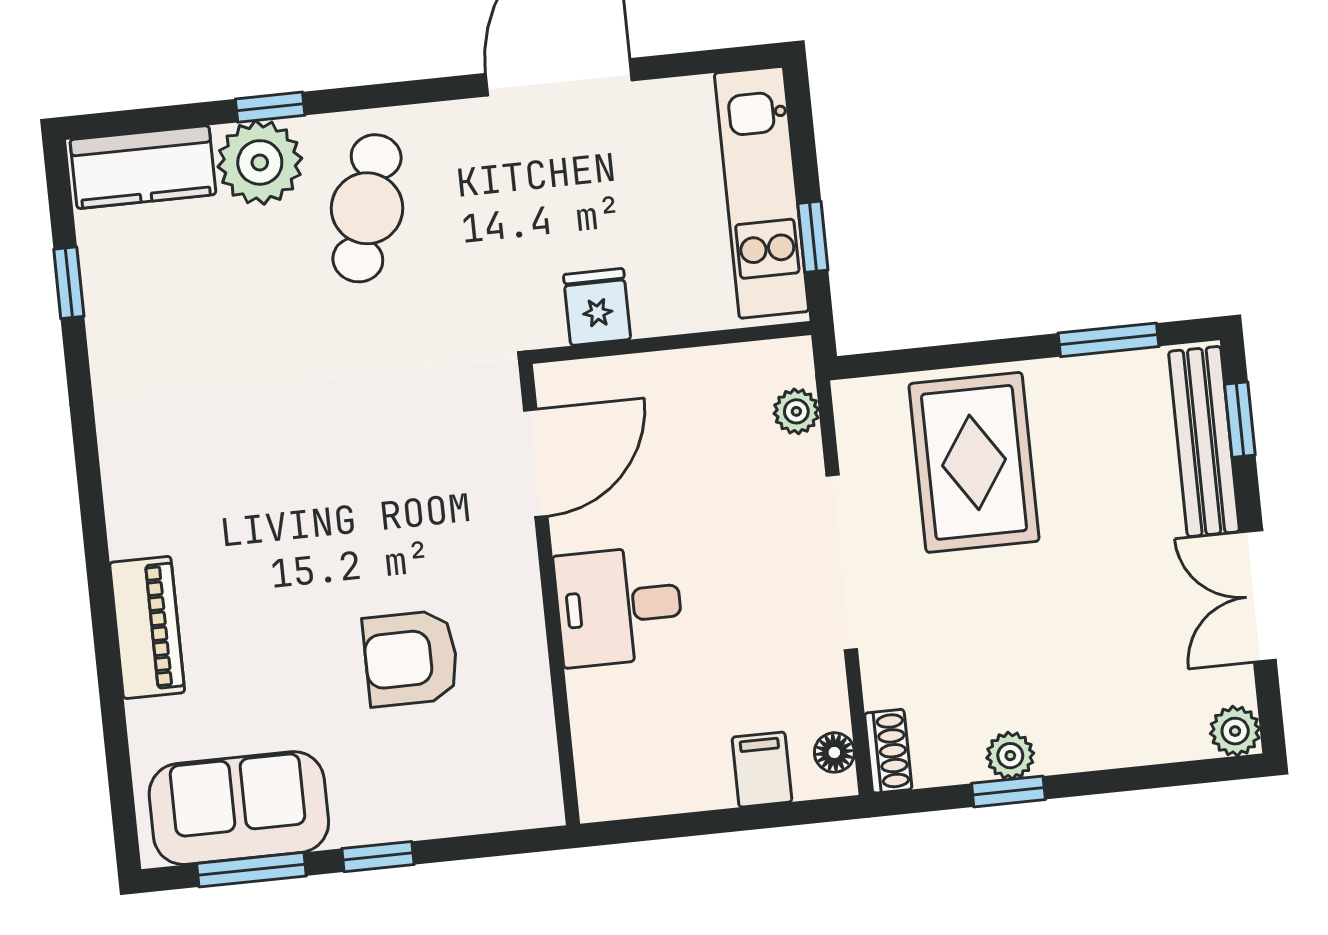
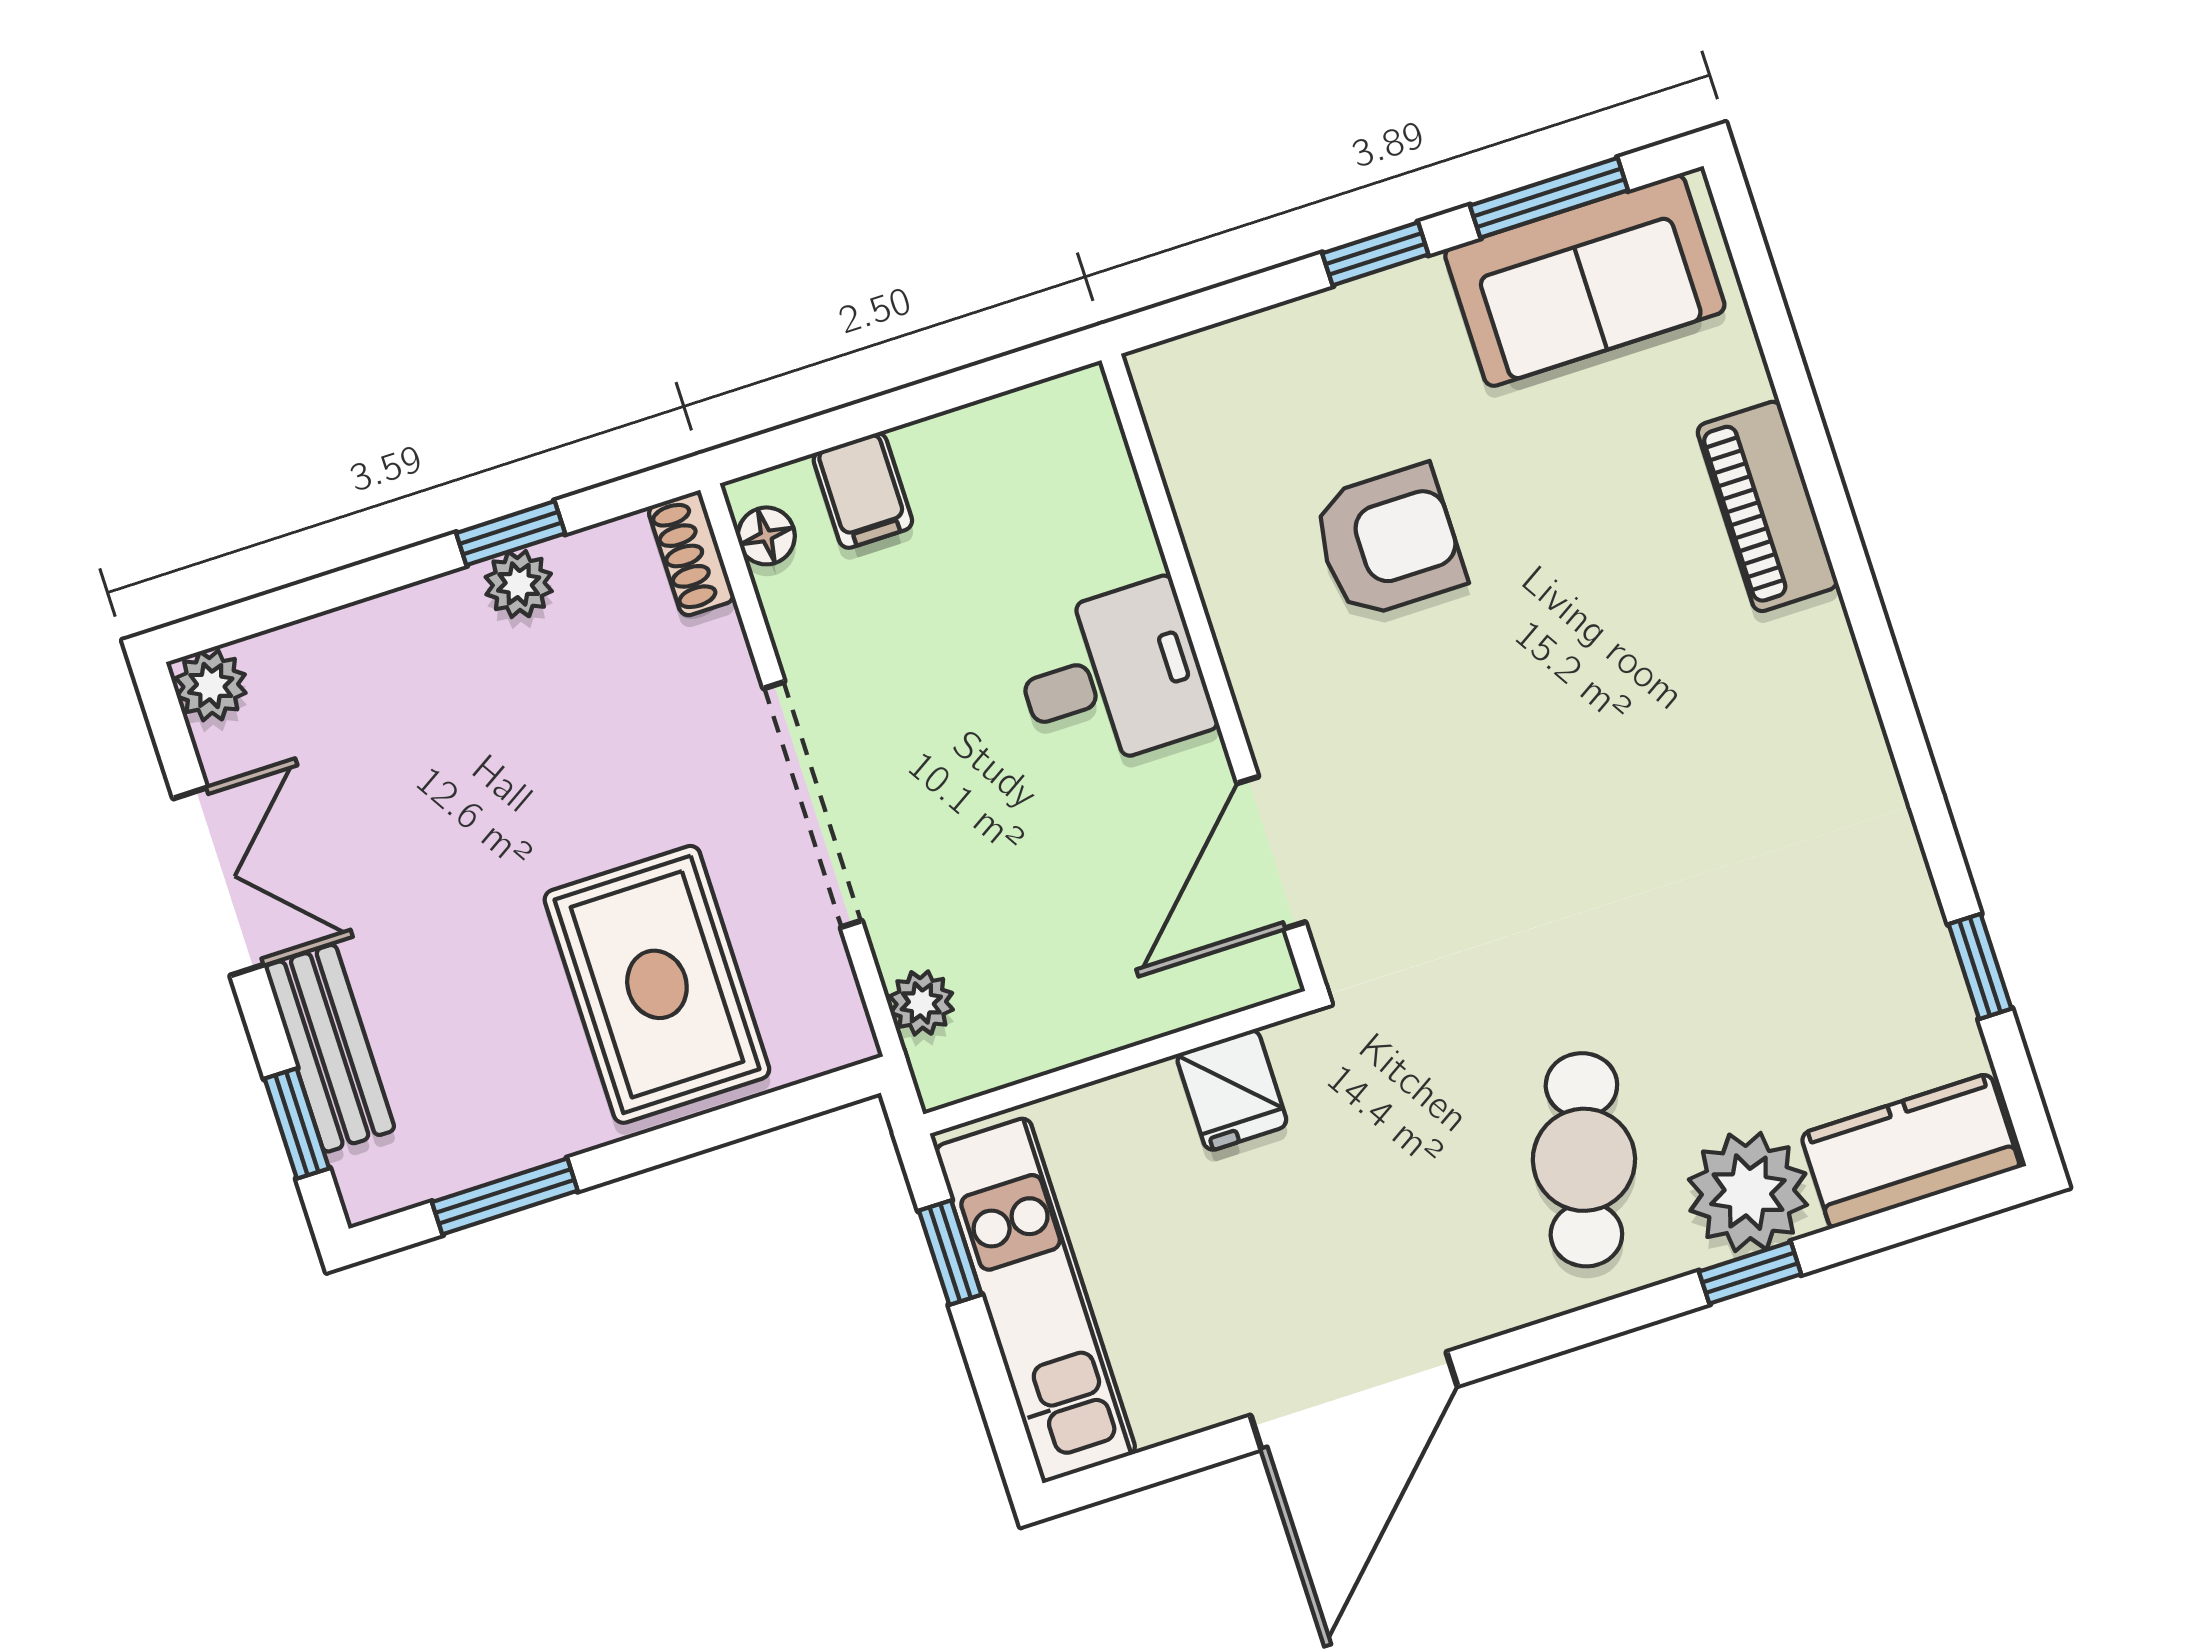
bench: (1204, 442) -> (330, 1048), width x0.73

